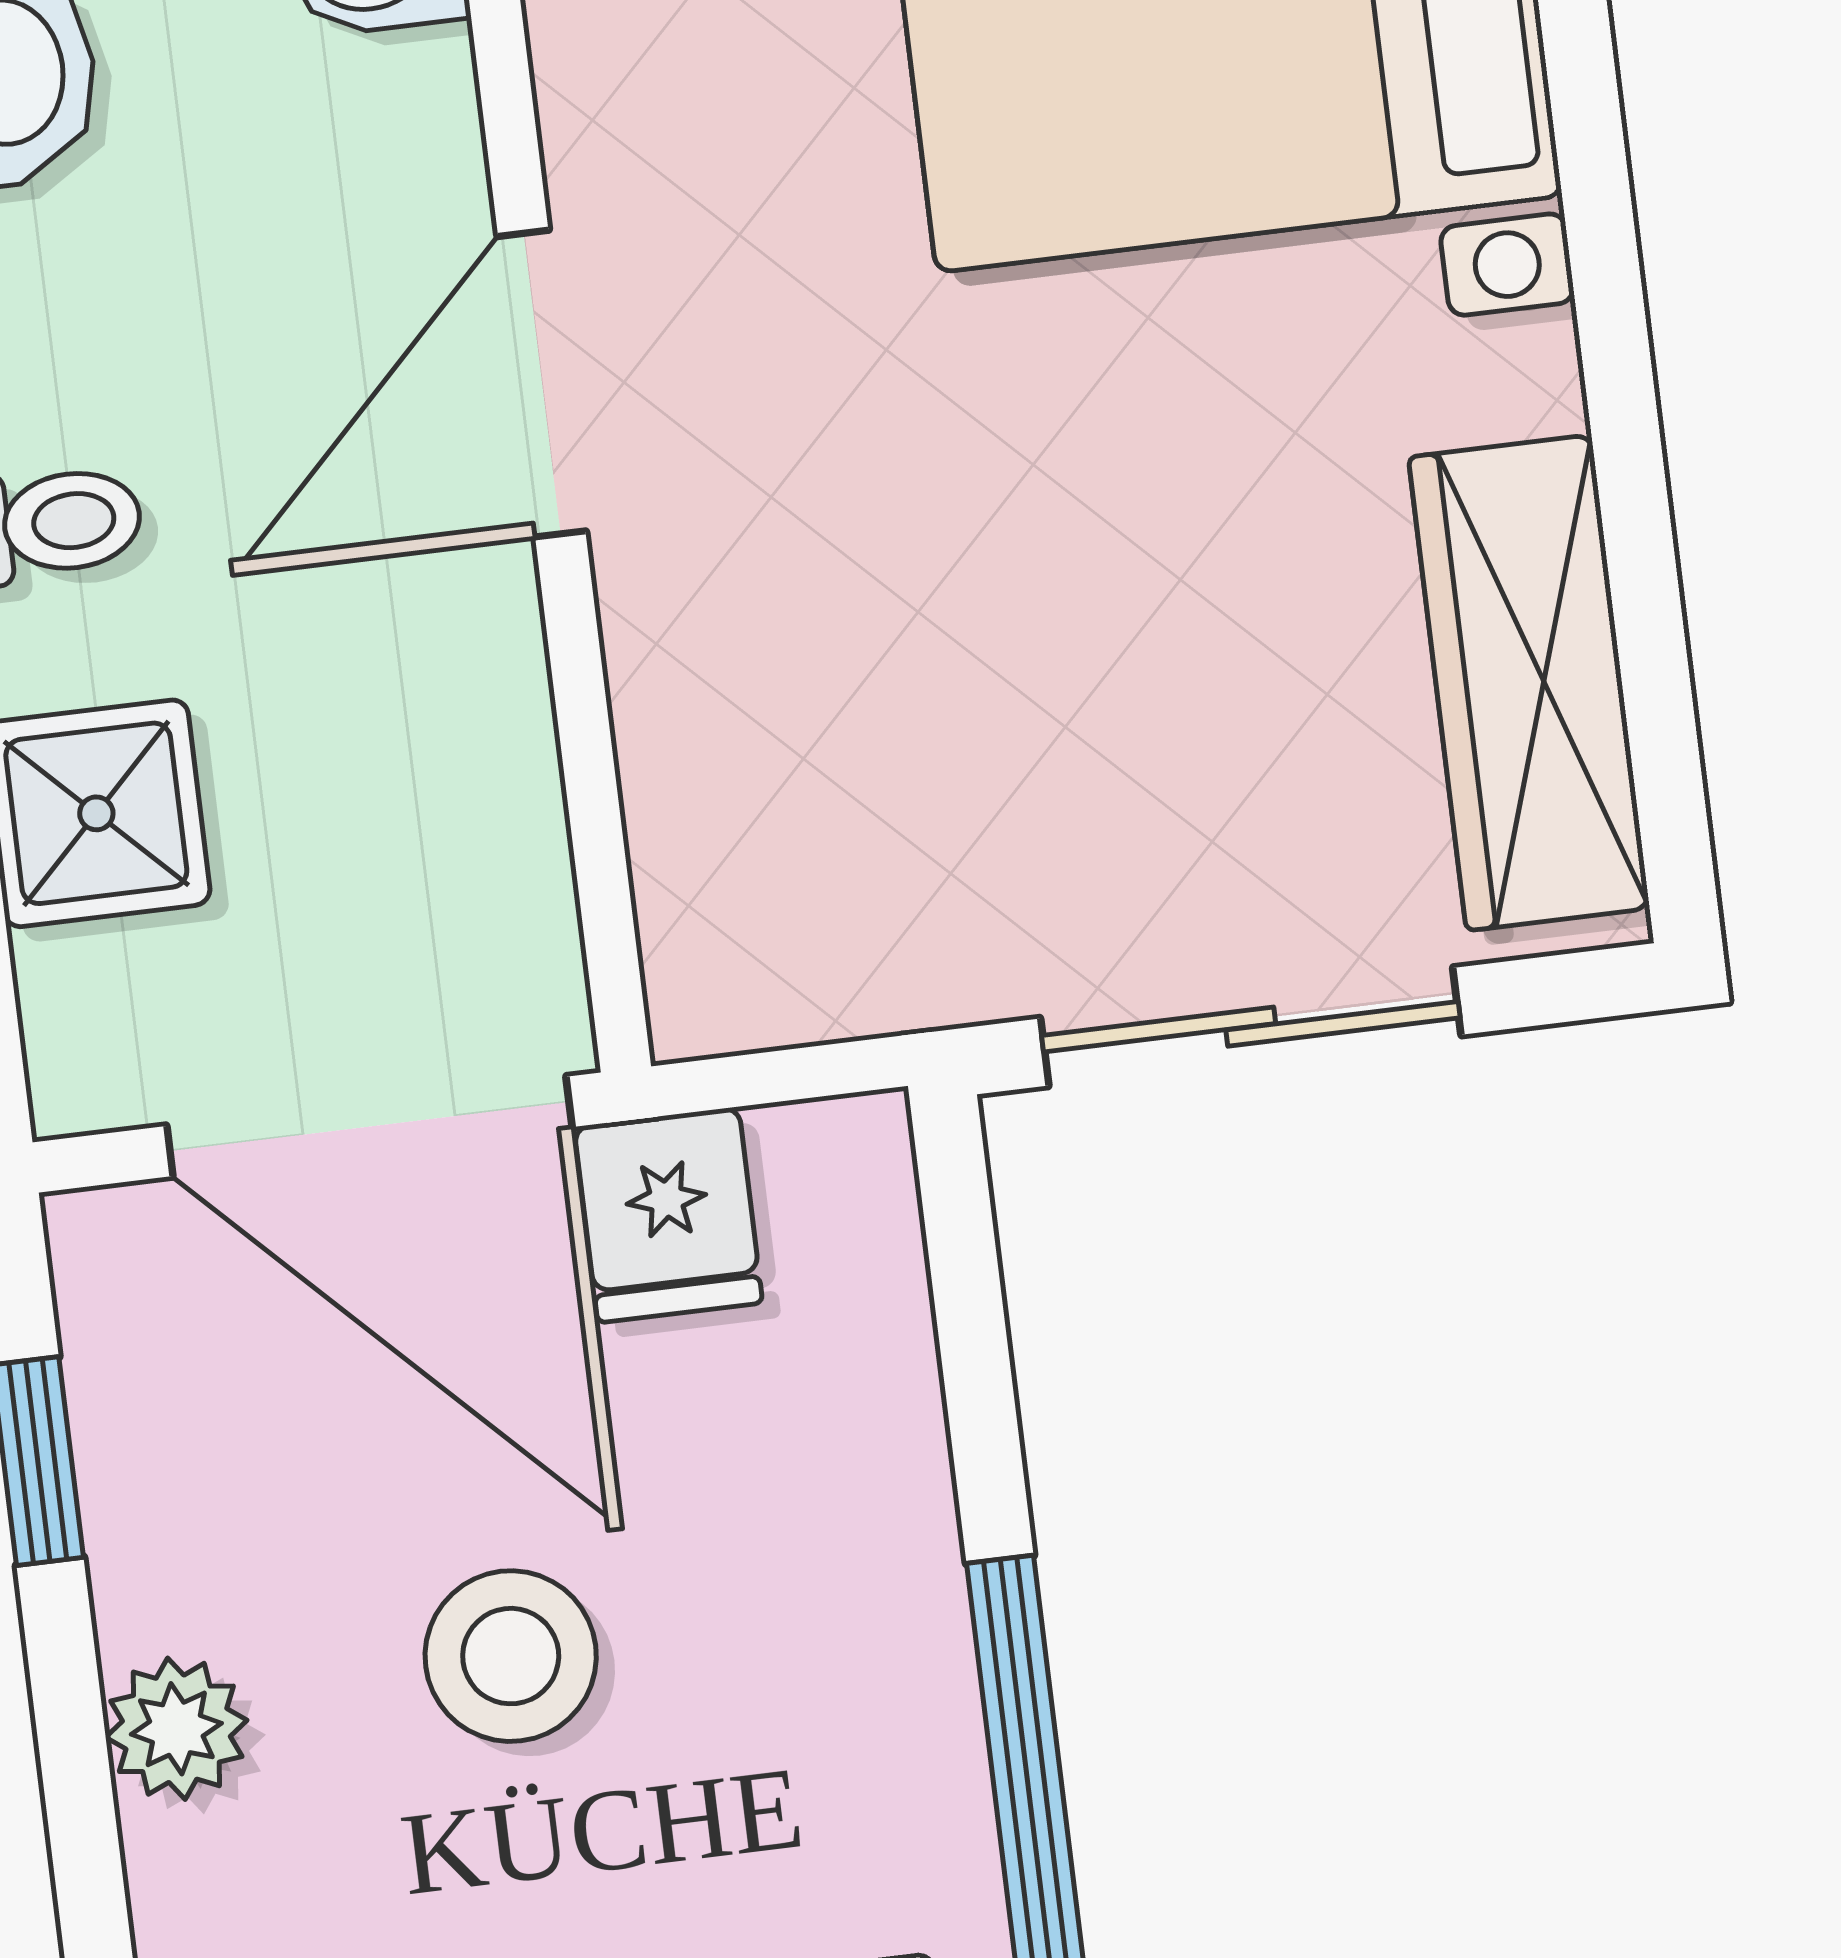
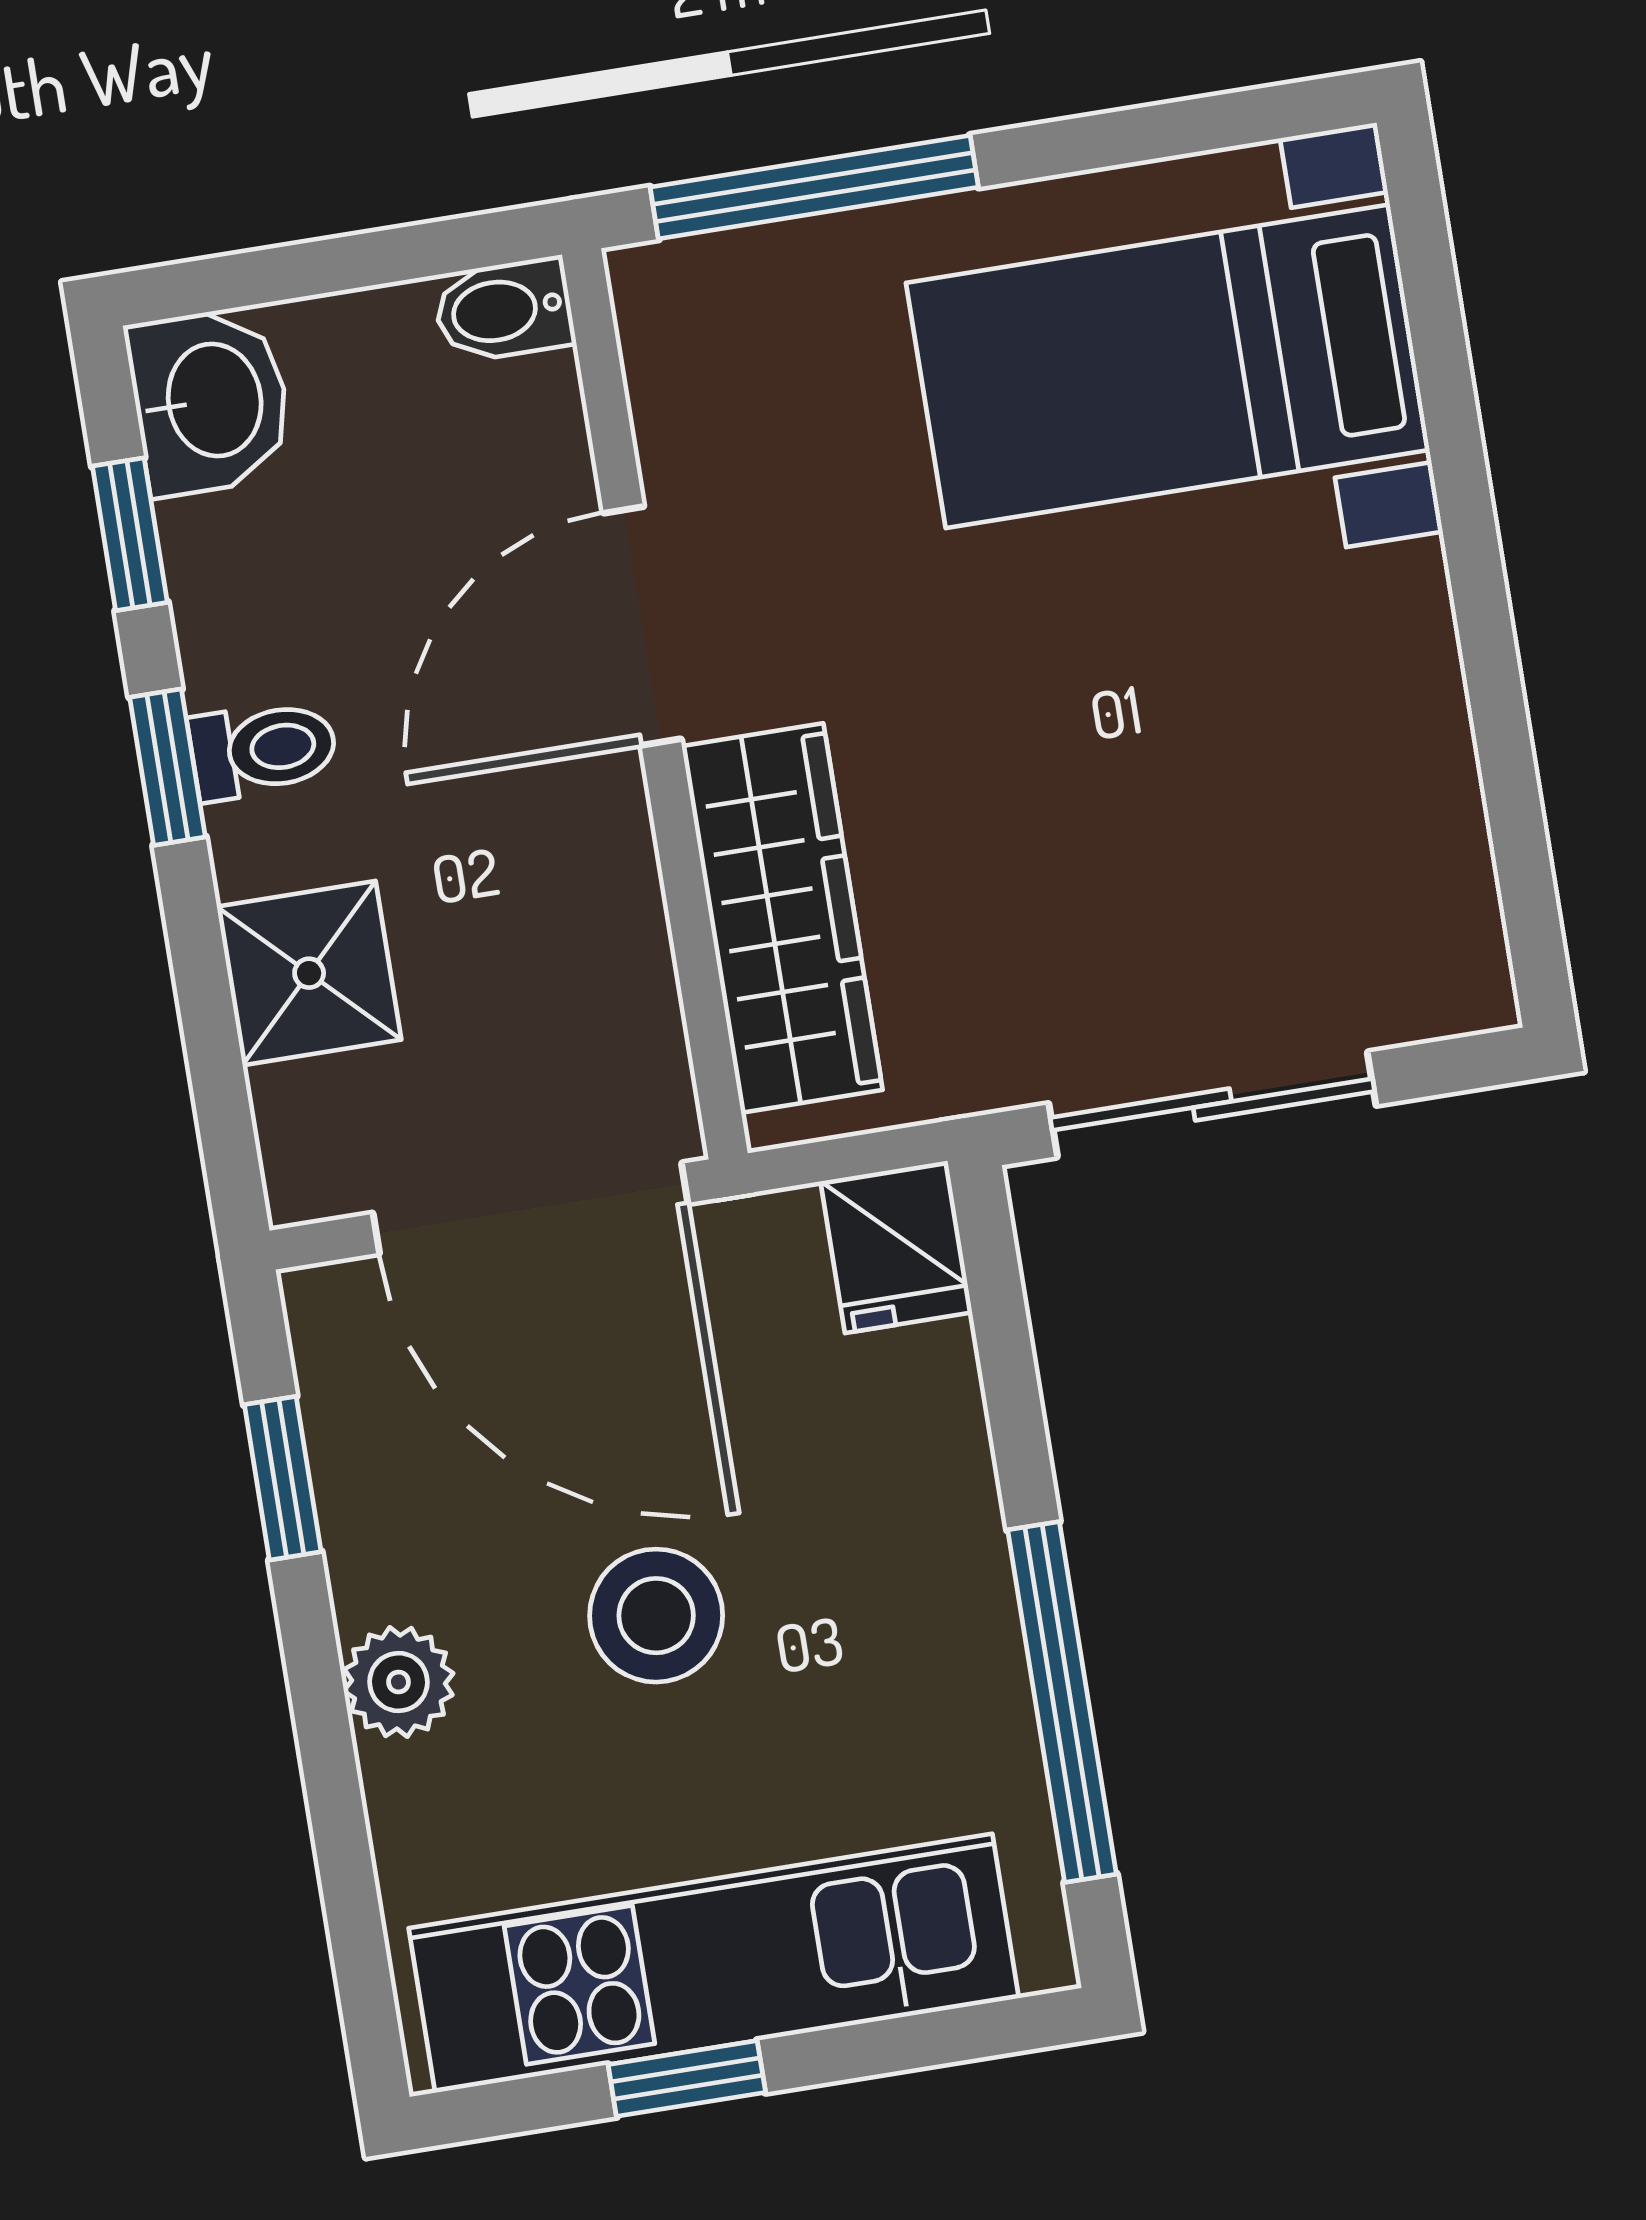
wardrobe: (1529, 683) -> (782, 918), moved, turned 180
fridge: (668, 1215) -> (896, 1247), moved

